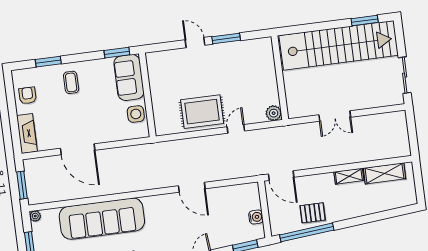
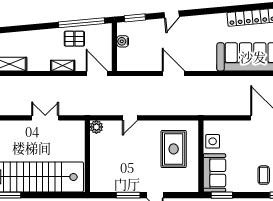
rug: (202, 112) -> (174, 149), moved, turned 90
shelving: (349, 176) -> (63, 66), moved

